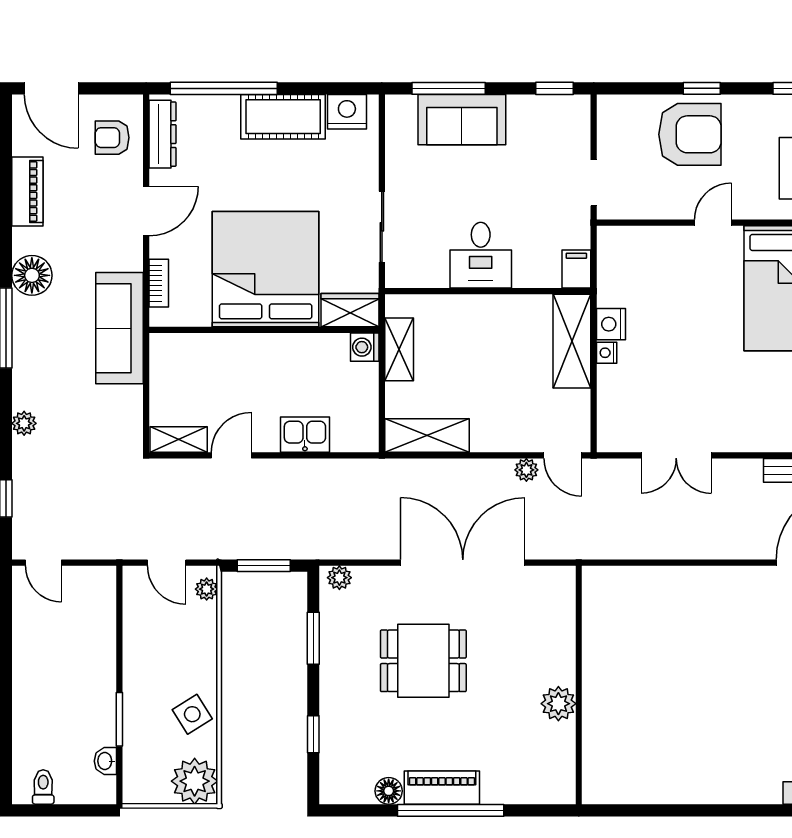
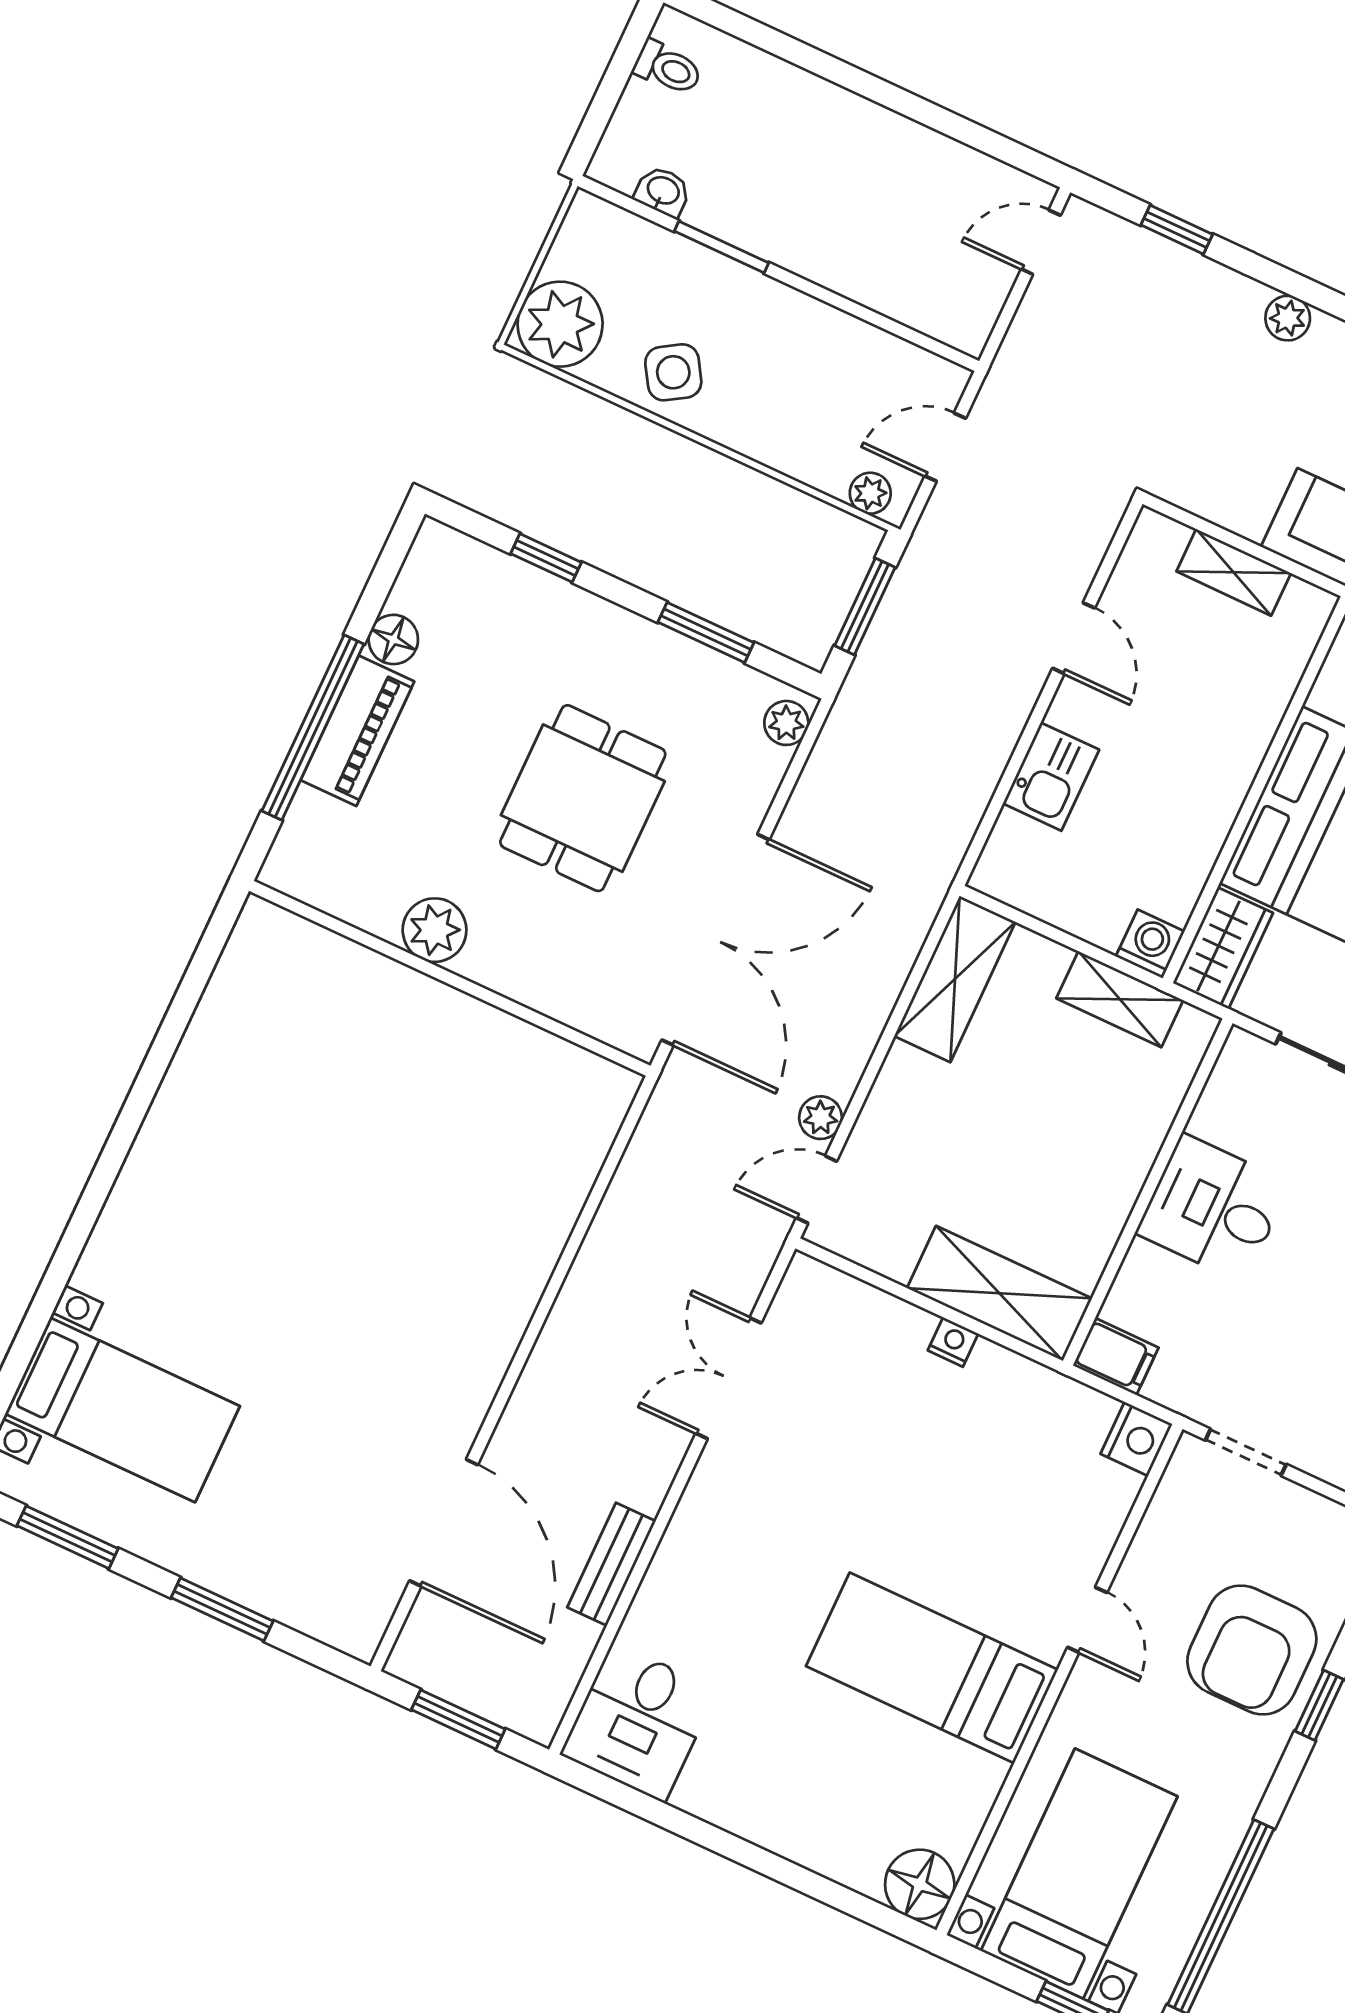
nightstand: (611, 324) -> (1136, 1439), moved, turned 90
shelving: (179, 439) -> (1234, 572), moved, turned 90
wall: (579, 685) -> (450, 978), moved
plant: (558, 704) -> (435, 930), moved

